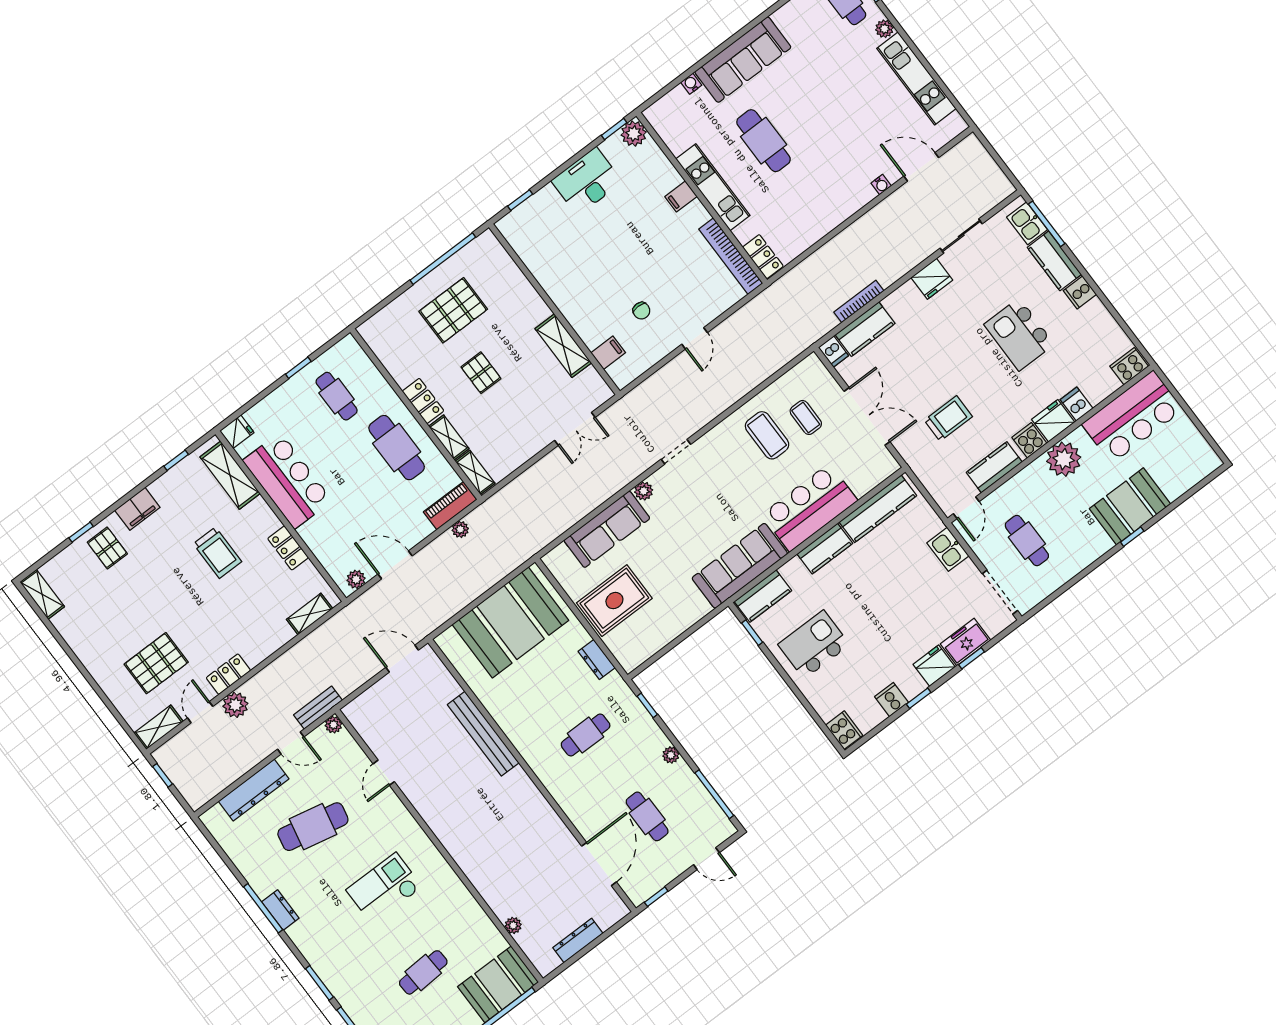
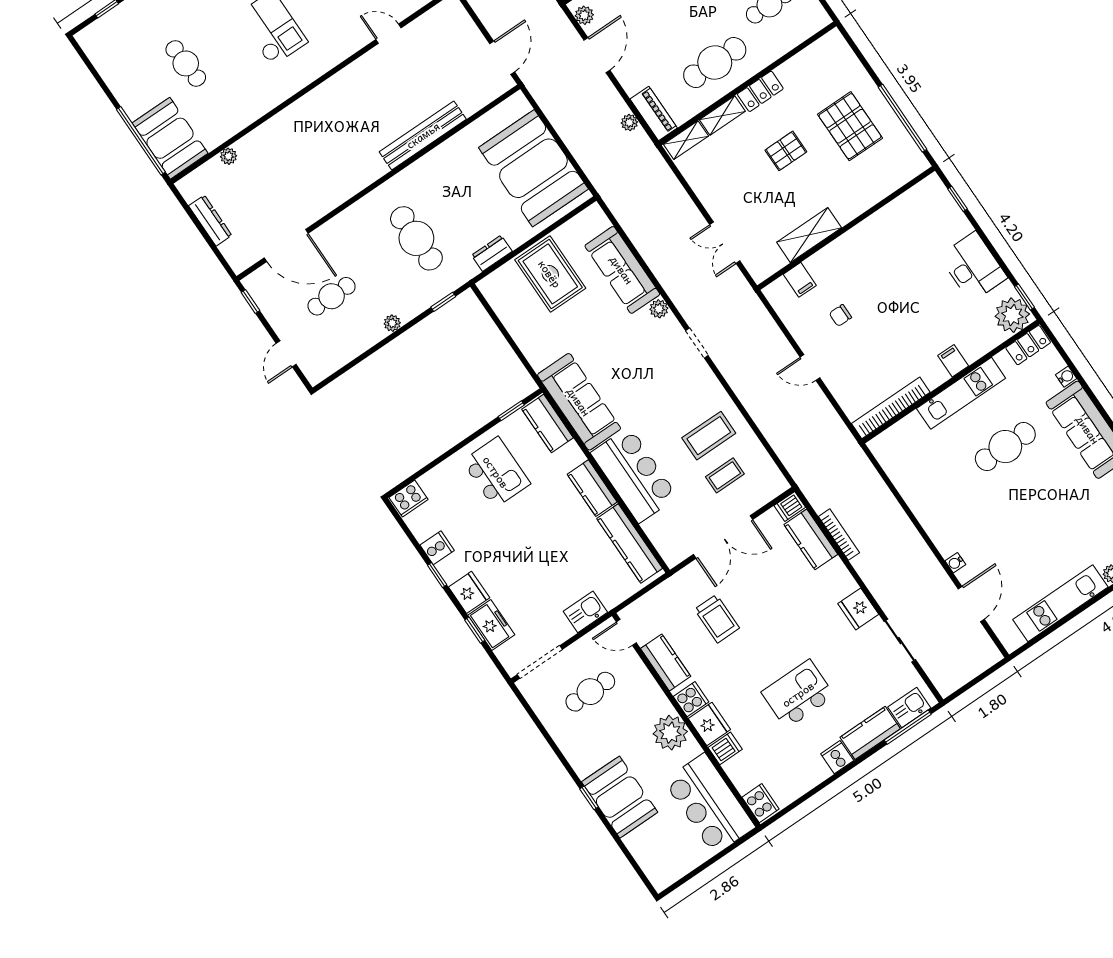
plant: (634, 134) -> (1012, 315), width x1.36, depth x1.36
locker: (763, 257) -> (1028, 345), moved
cafe table: (586, 735) -> (416, 238), width x1.37, depth x1.35
window: (714, 794) -> (351, 365), removed

